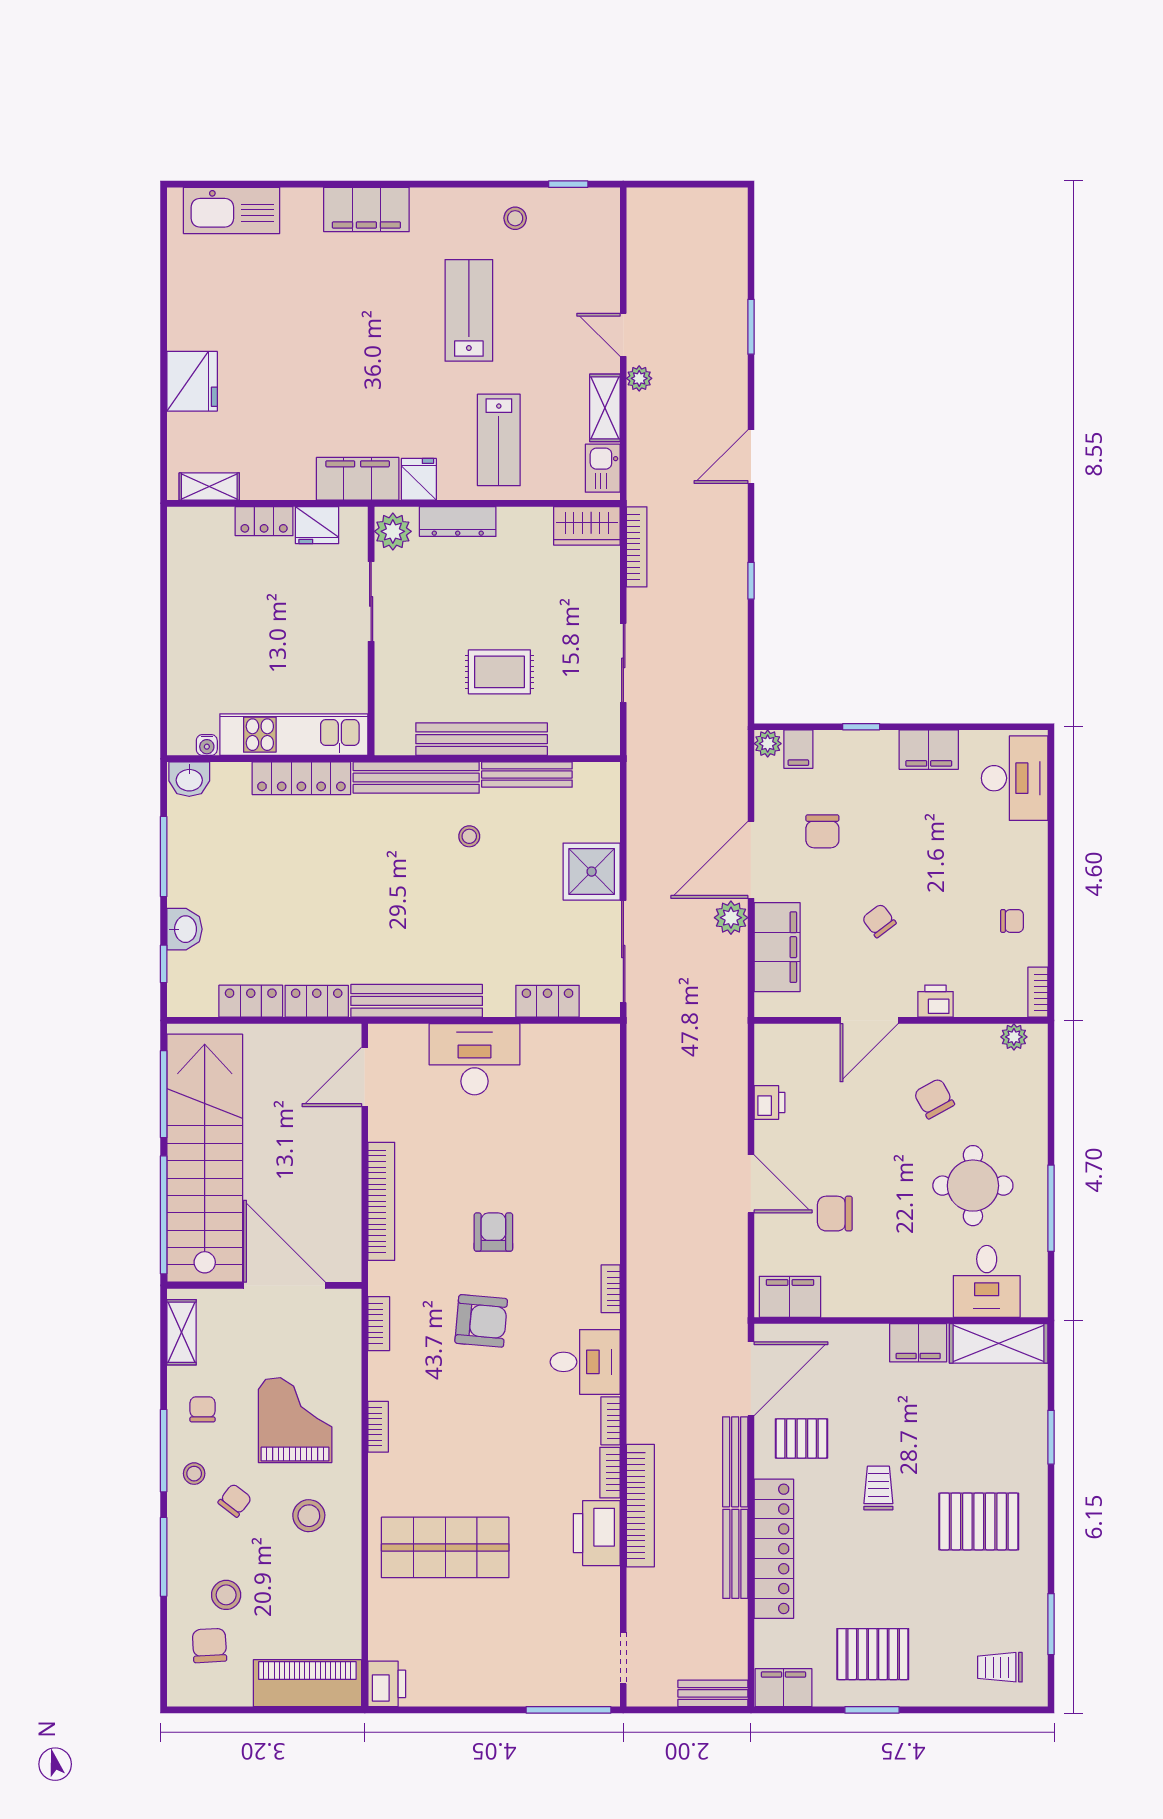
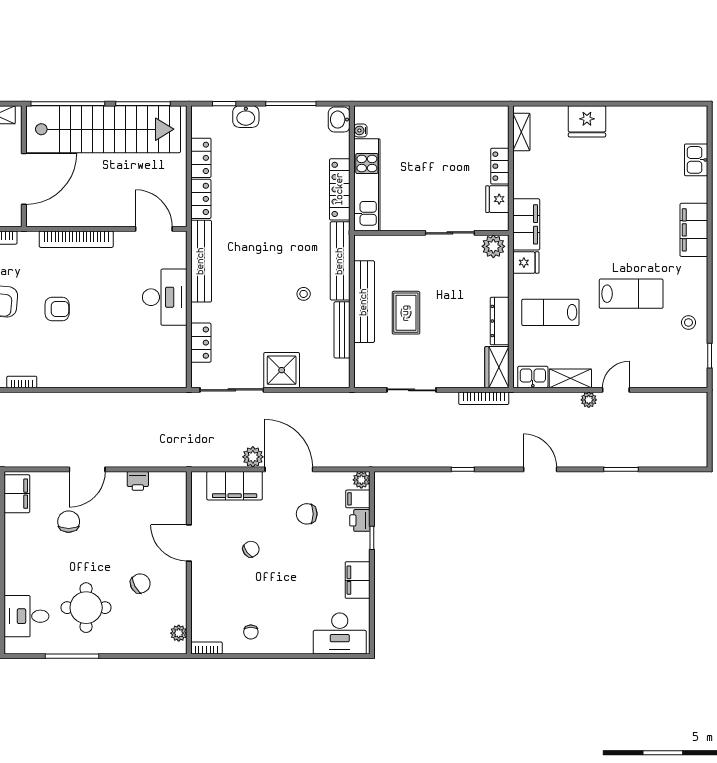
kitchen sink: (232, 210) -> (696, 160), width x0.53, depth x0.81
dresser: (458, 521) -> (500, 321), moved
printer: (935, 1001) -> (360, 520), moved, turned 180

